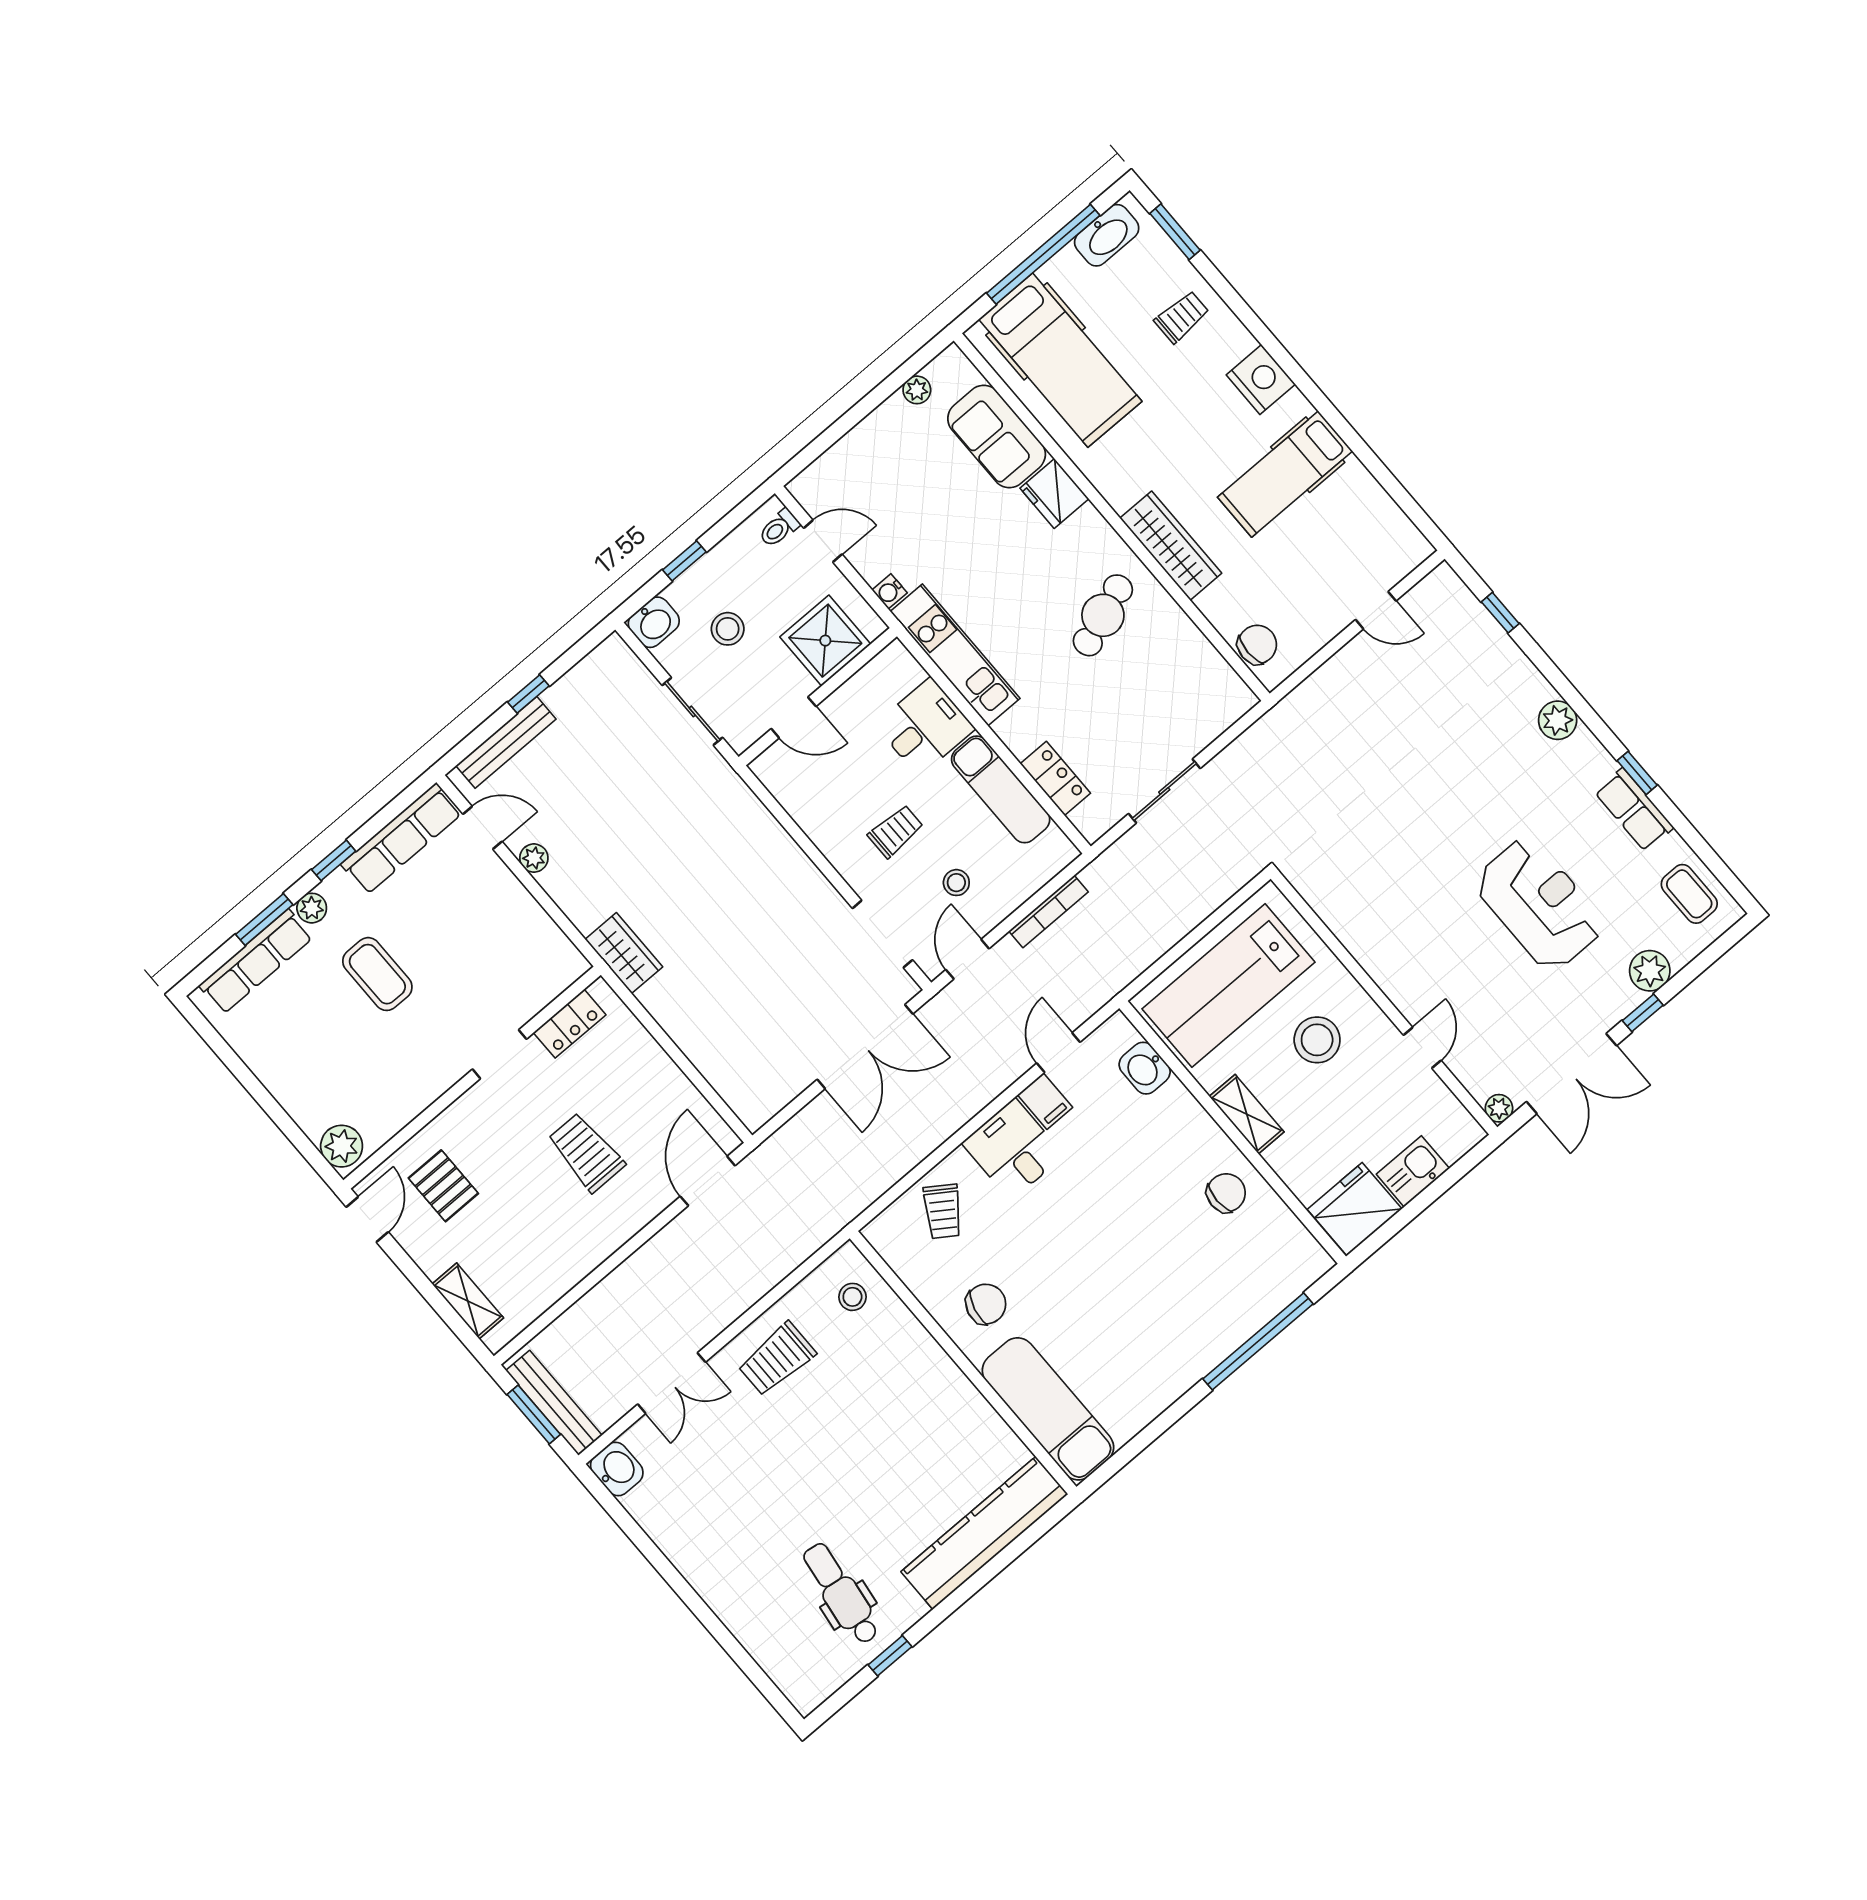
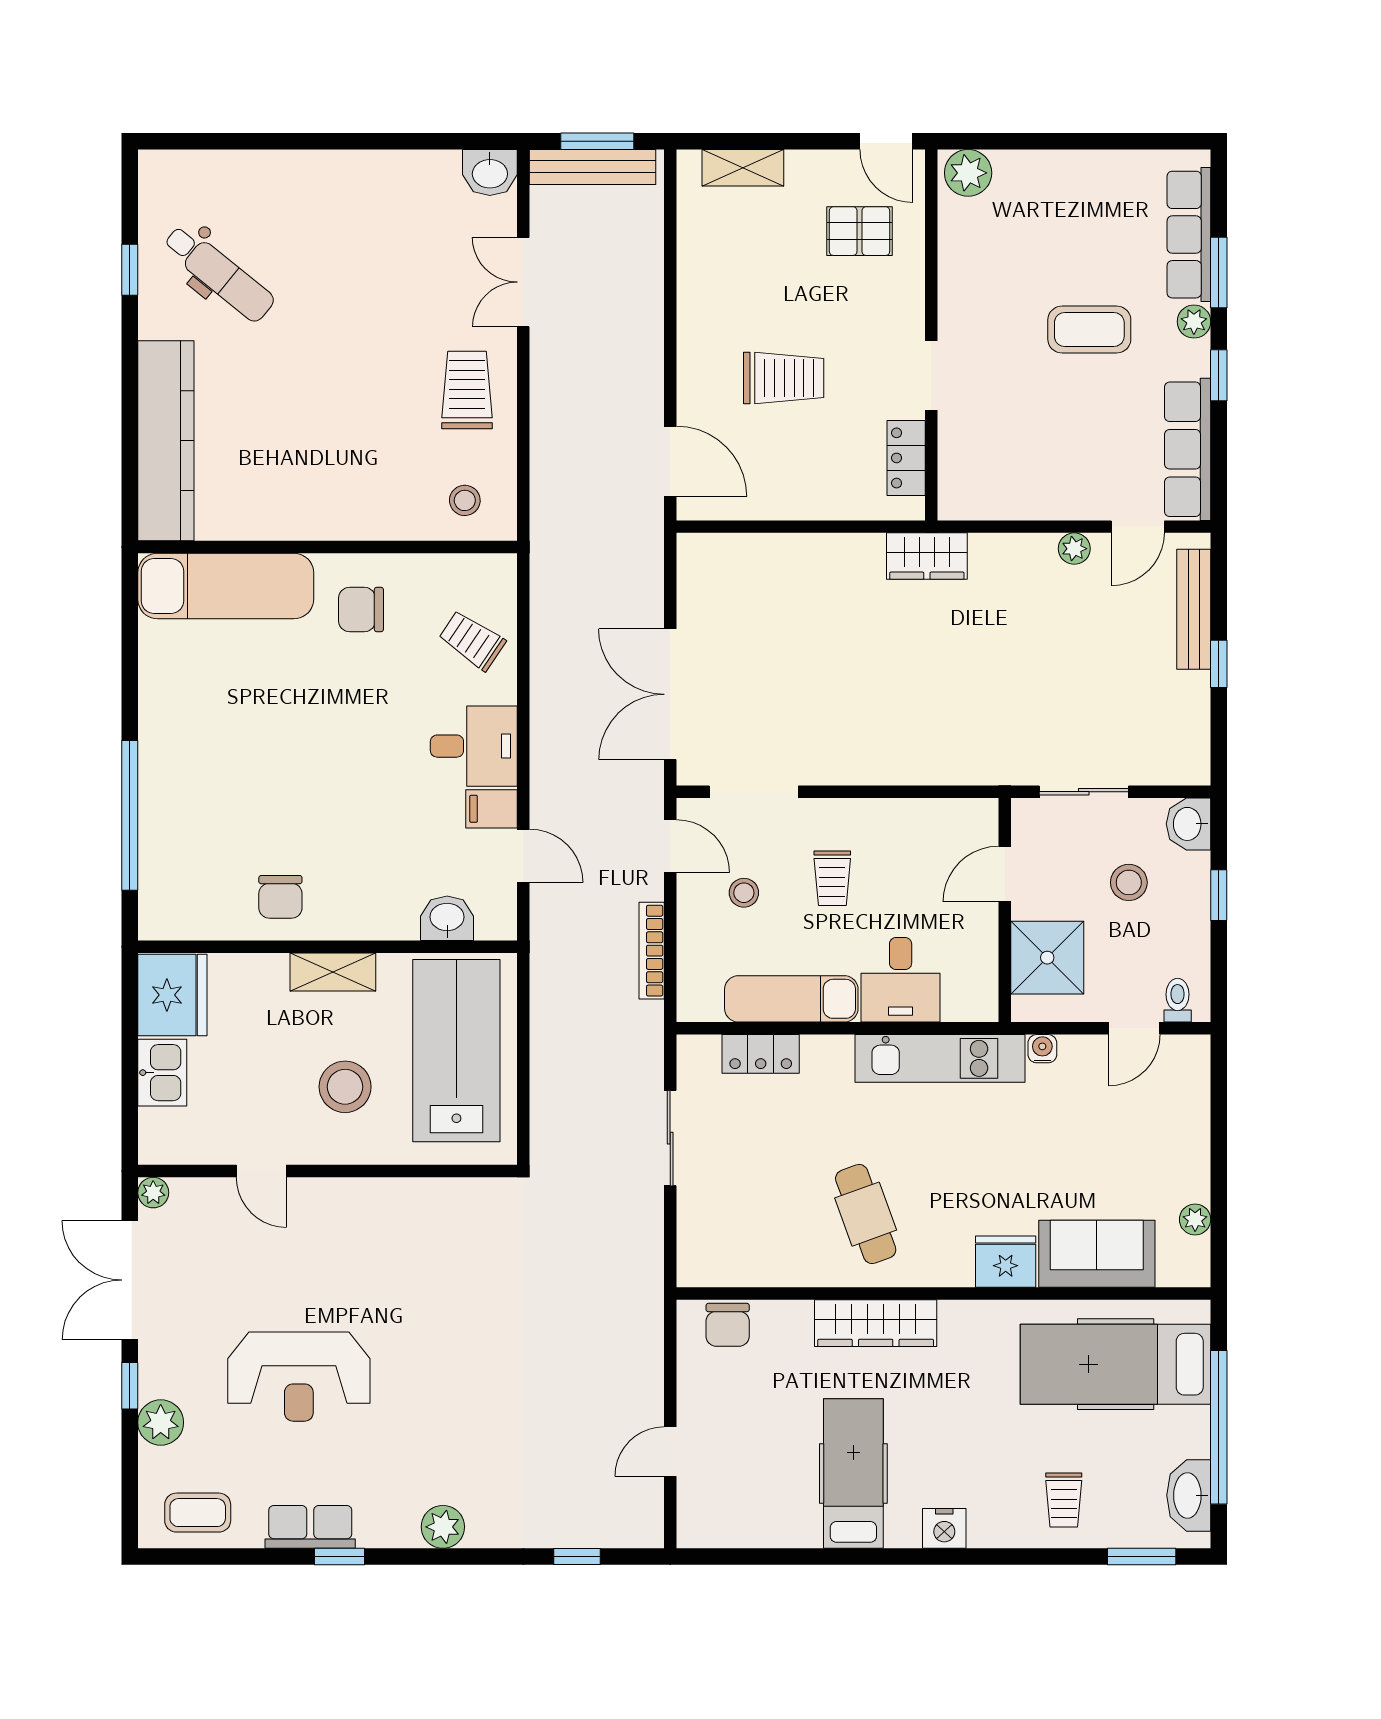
nightstand: (1261, 380) -> (944, 1528), width x0.74, depth x0.75
chair: (986, 1304) -> (361, 609), turned 76
dental chair: (841, 1594) -> (219, 273), turned 31

